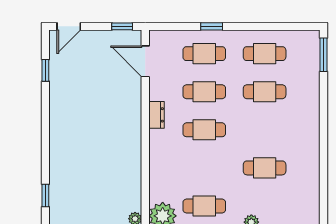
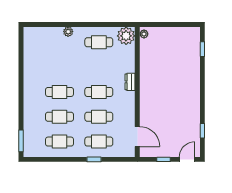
window: (122, 26) -> (163, 159), moved
dresser: (156, 115) -> (130, 82), moved
cafe table: (265, 168) -> (60, 92), moved

